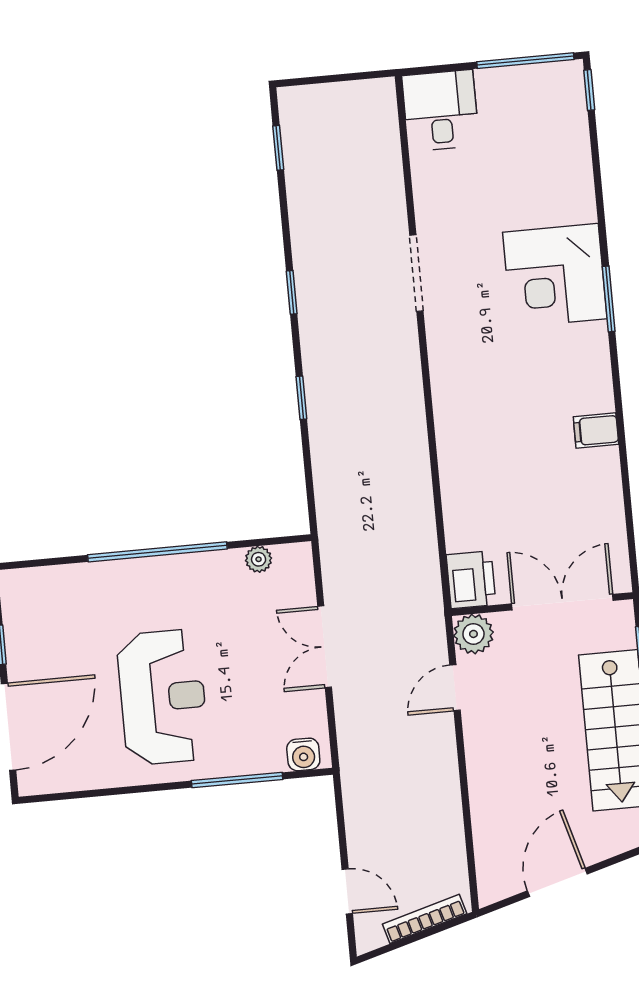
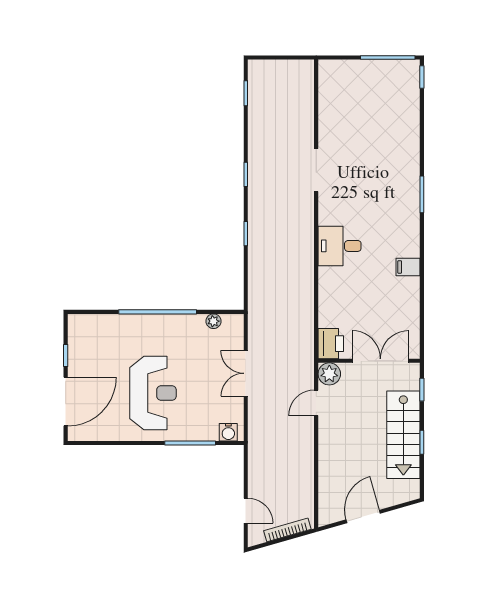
desk: (441, 111) -> (340, 246), moved, turned -90
corner desk: (555, 275) -> (393, 179), removed

